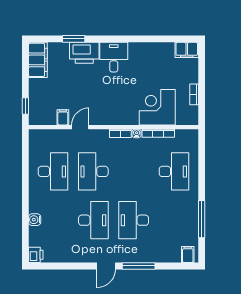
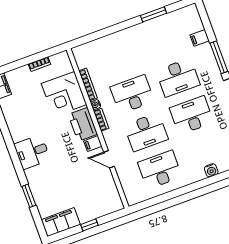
printer: (84, 53) -> (83, 124), moved, turned 180
window: (25, 106) -> (89, 225), moved
filing cabinet: (63, 117) -> (93, 144), moved
desk: (174, 171) -> (132, 94), moved
window: (202, 219) -> (154, 14), width x0.69
filing cabinet: (188, 254) -> (200, 38), moved

